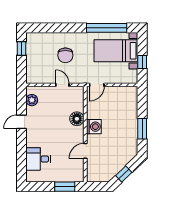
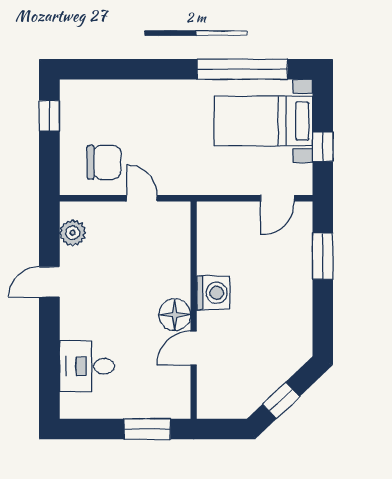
chair: (65, 55) -> (104, 162), moved, turned -90
door: (97, 85) -> (277, 198), moved
floor lamp: (77, 119) -> (175, 315), moved
window: (142, 129) -> (323, 256), moved

